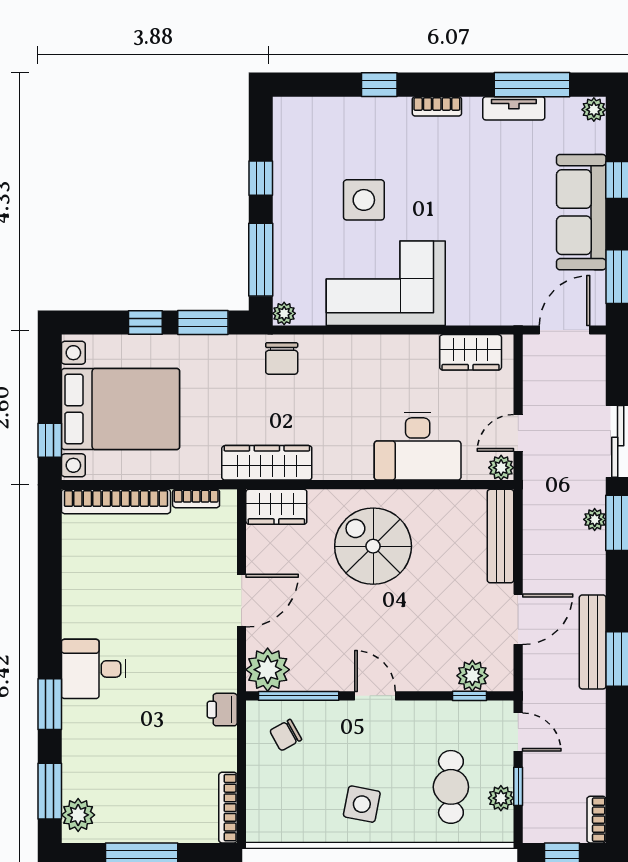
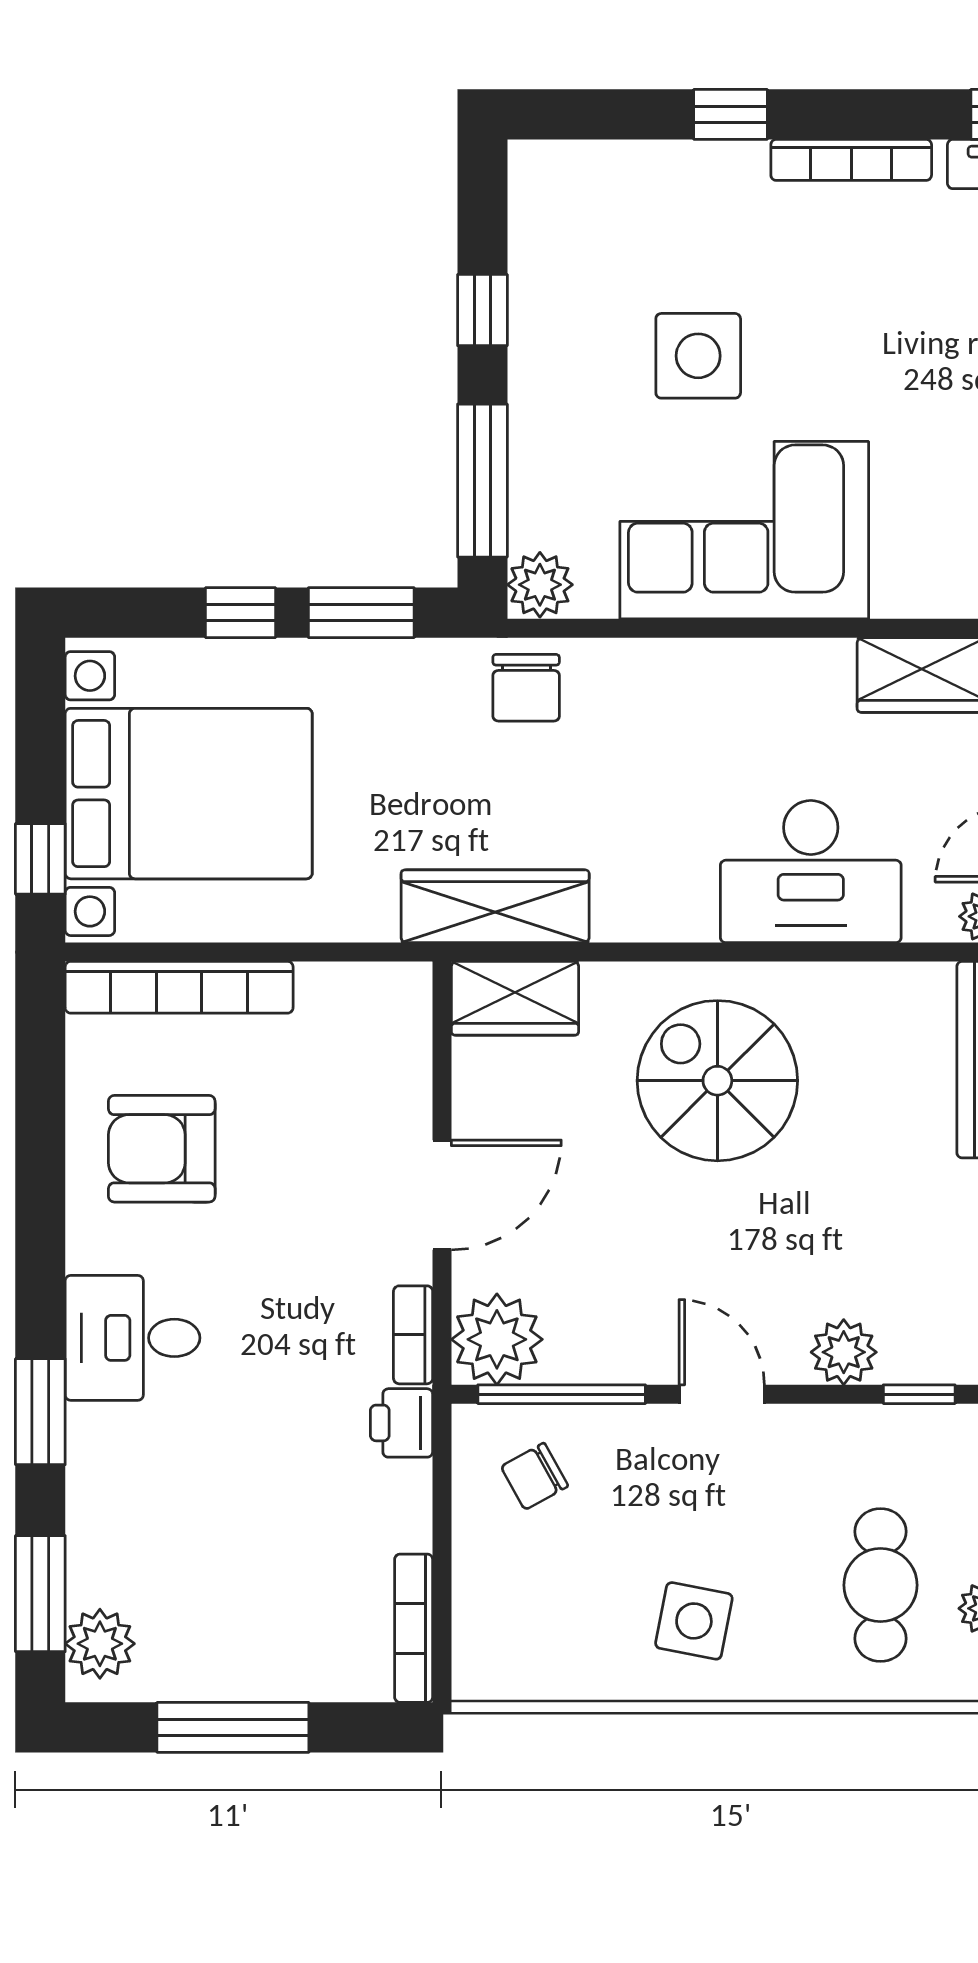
bookcase: (437, 106) -> (851, 160), width x1.56
plant: (284, 313) -> (540, 585), width x1.38, depth x1.38
bookcase: (196, 498) -> (413, 1335), moved, turned 90
armchair: (108, 579) -> (162, 1149), added
plant: (472, 676) -> (844, 1352), moved

